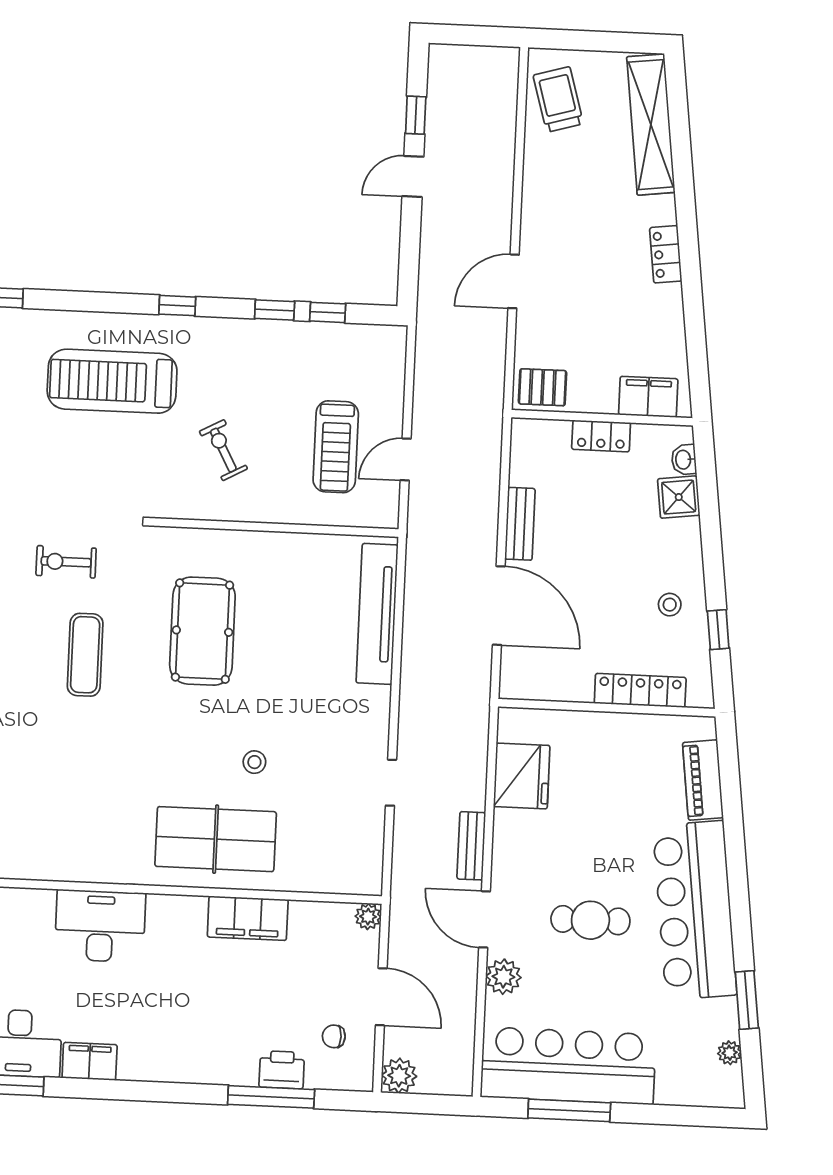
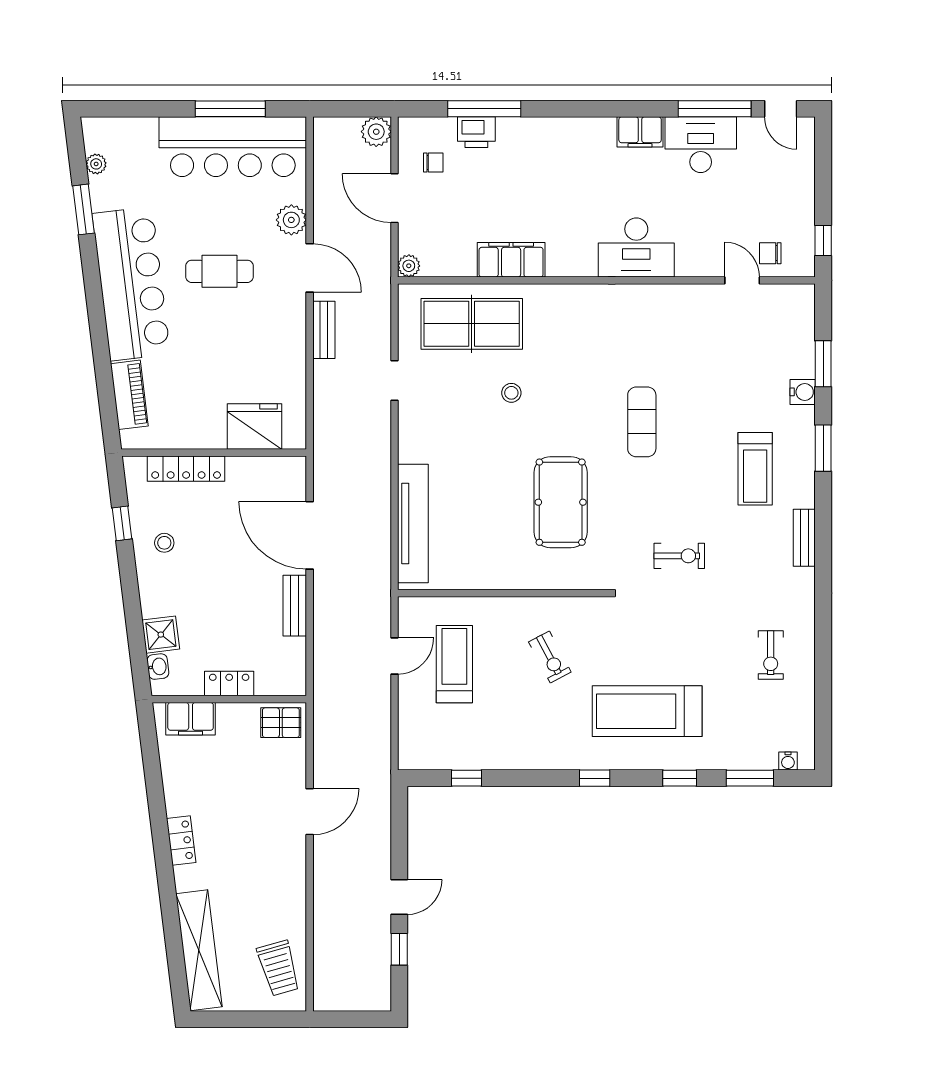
window: (275, 310) -> (680, 778), moved
treadmill: (112, 381) -> (647, 711), turned 180
exercise mat: (85, 655) -> (642, 422), moved
fridge: (522, 776) -> (254, 427), moved, turned 90
table tennis table: (216, 839) -> (472, 324), moved

